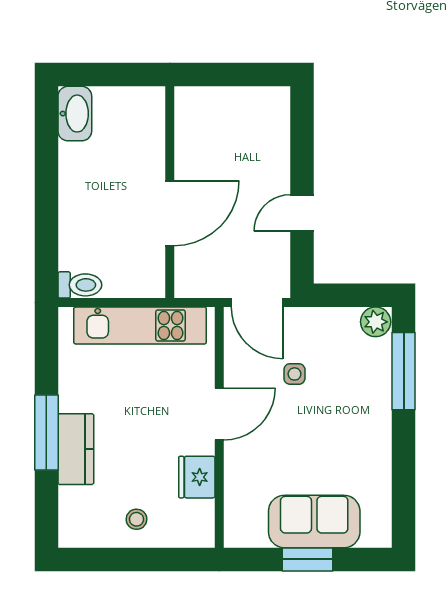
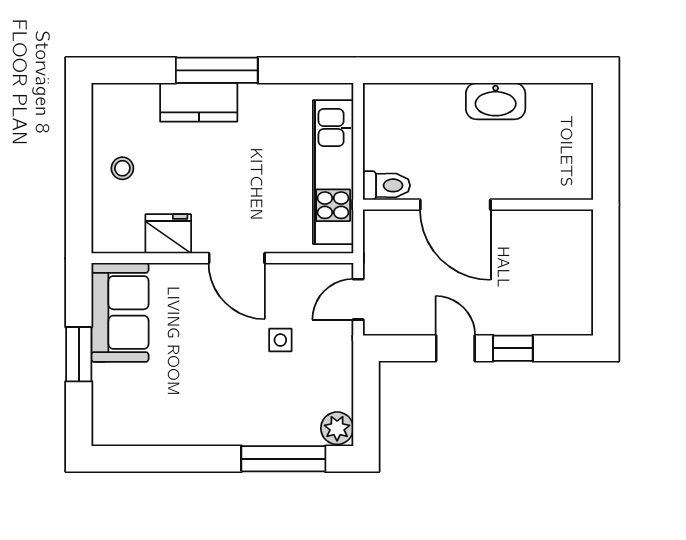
washbasin: (75, 114) -> (496, 101), moved
window: (302, 160) -> (513, 348), added
toilet: (80, 285) -> (386, 185), moved, turned -90
door: (257, 303) -> (358, 299), width x0.73
sofa: (314, 522) -> (120, 312), moved

